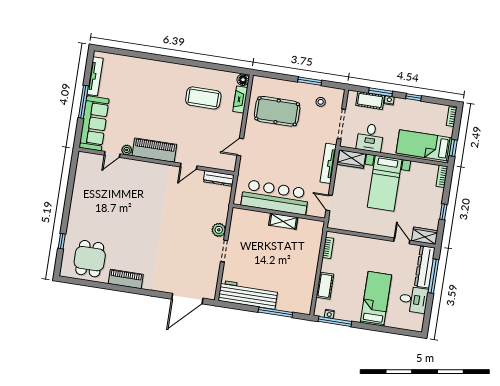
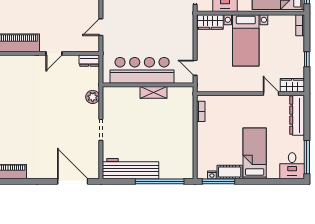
tv unit: (328, 163) -> (188, 30), removed
dresser: (219, 178) -> (89, 61), width x0.70
plant: (219, 230) -> (93, 97), moved
window: (433, 276) -> (307, 157), moved
cot: (325, 286) -> (230, 172), moved, turned 90
door: (187, 299) -> (73, 181), swing flipped
desk: (414, 300) -> (292, 166), moved, turned 90
window: (275, 312) -> (160, 181), width x1.46

